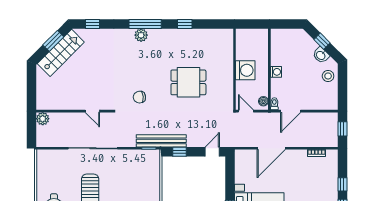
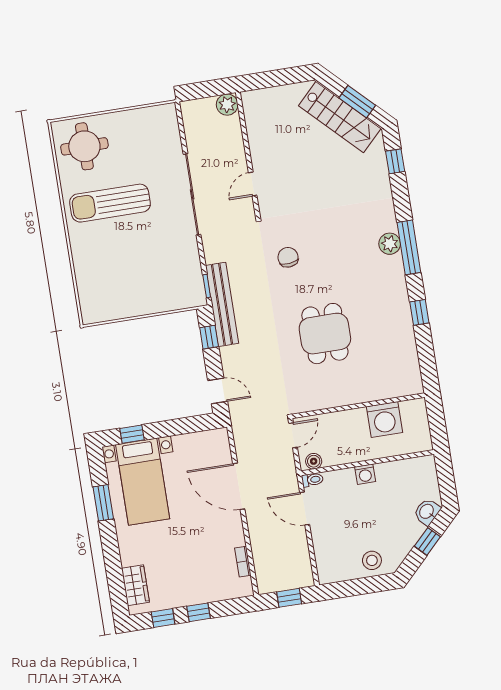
washbasin: (321, 55) -> (427, 512), moved
washing machine: (245, 70) -> (384, 419), moved

